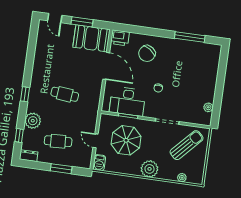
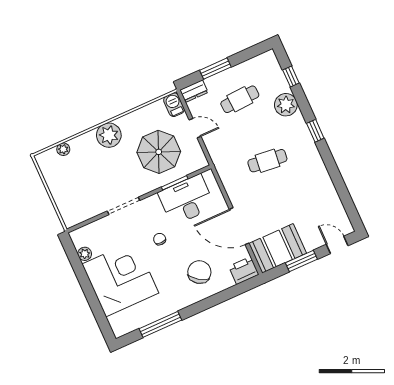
corner desk: (196, 79) -> (120, 279), added
sun lounger: (187, 145) -> (82, 192), removed
dresser: (29, 156) -> (194, 91), moved

